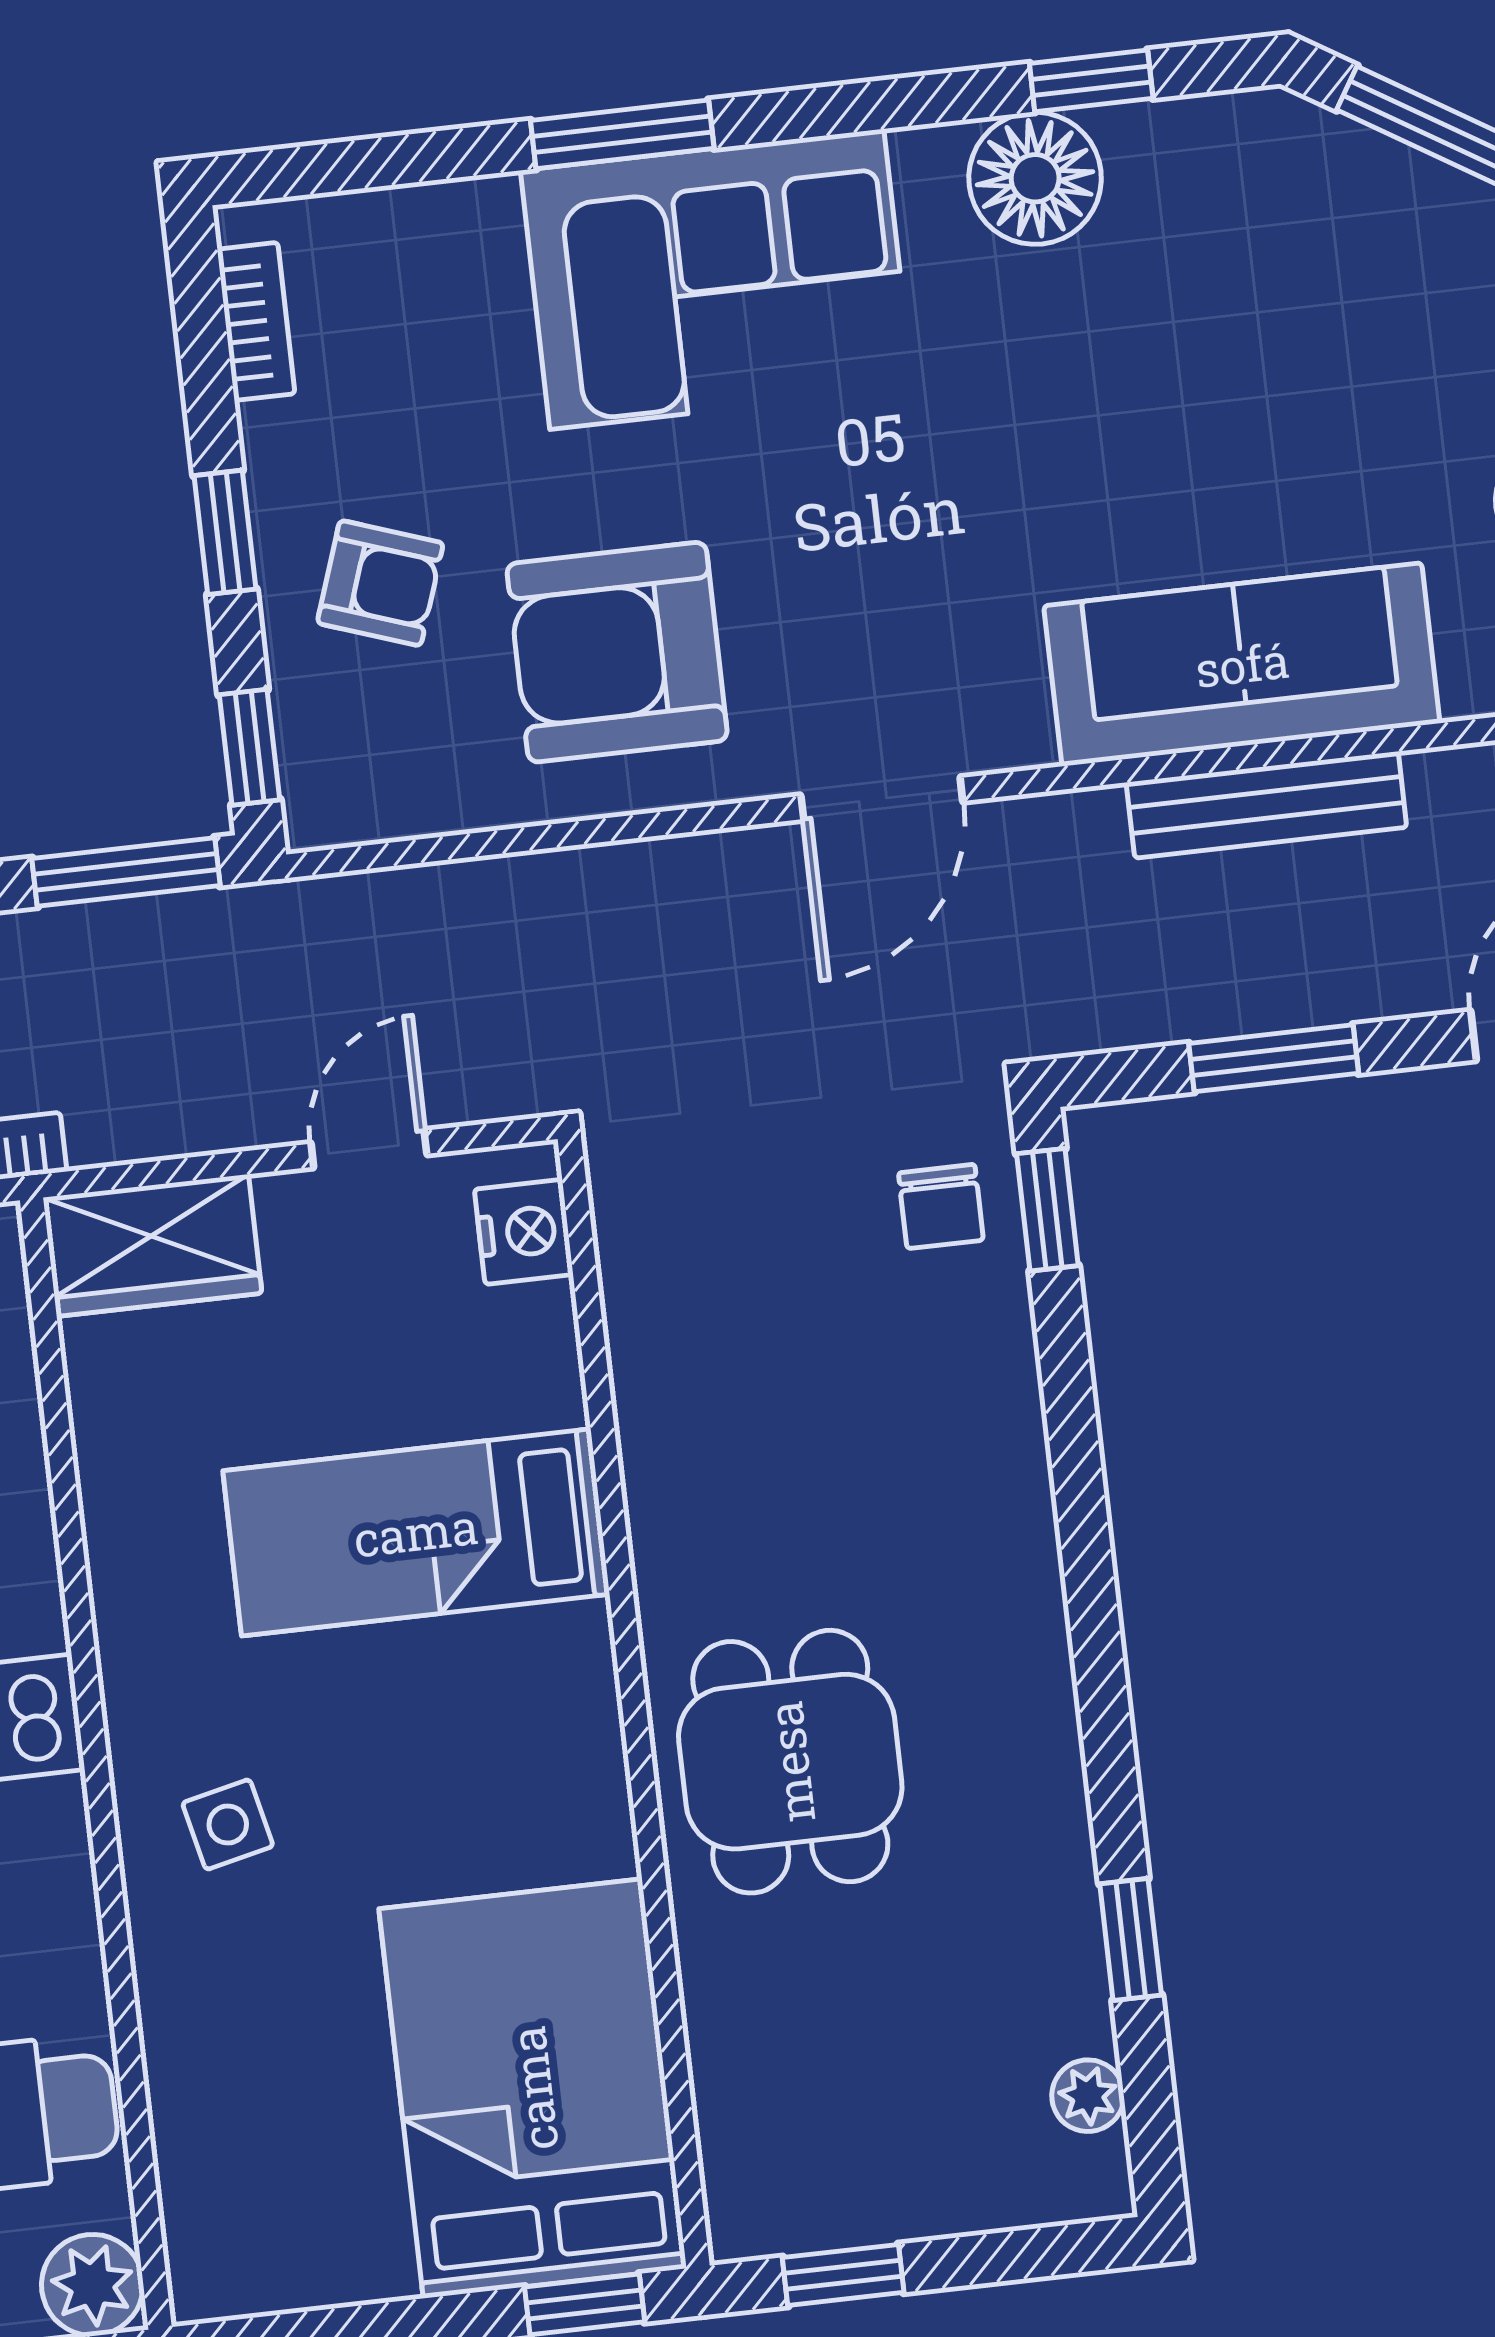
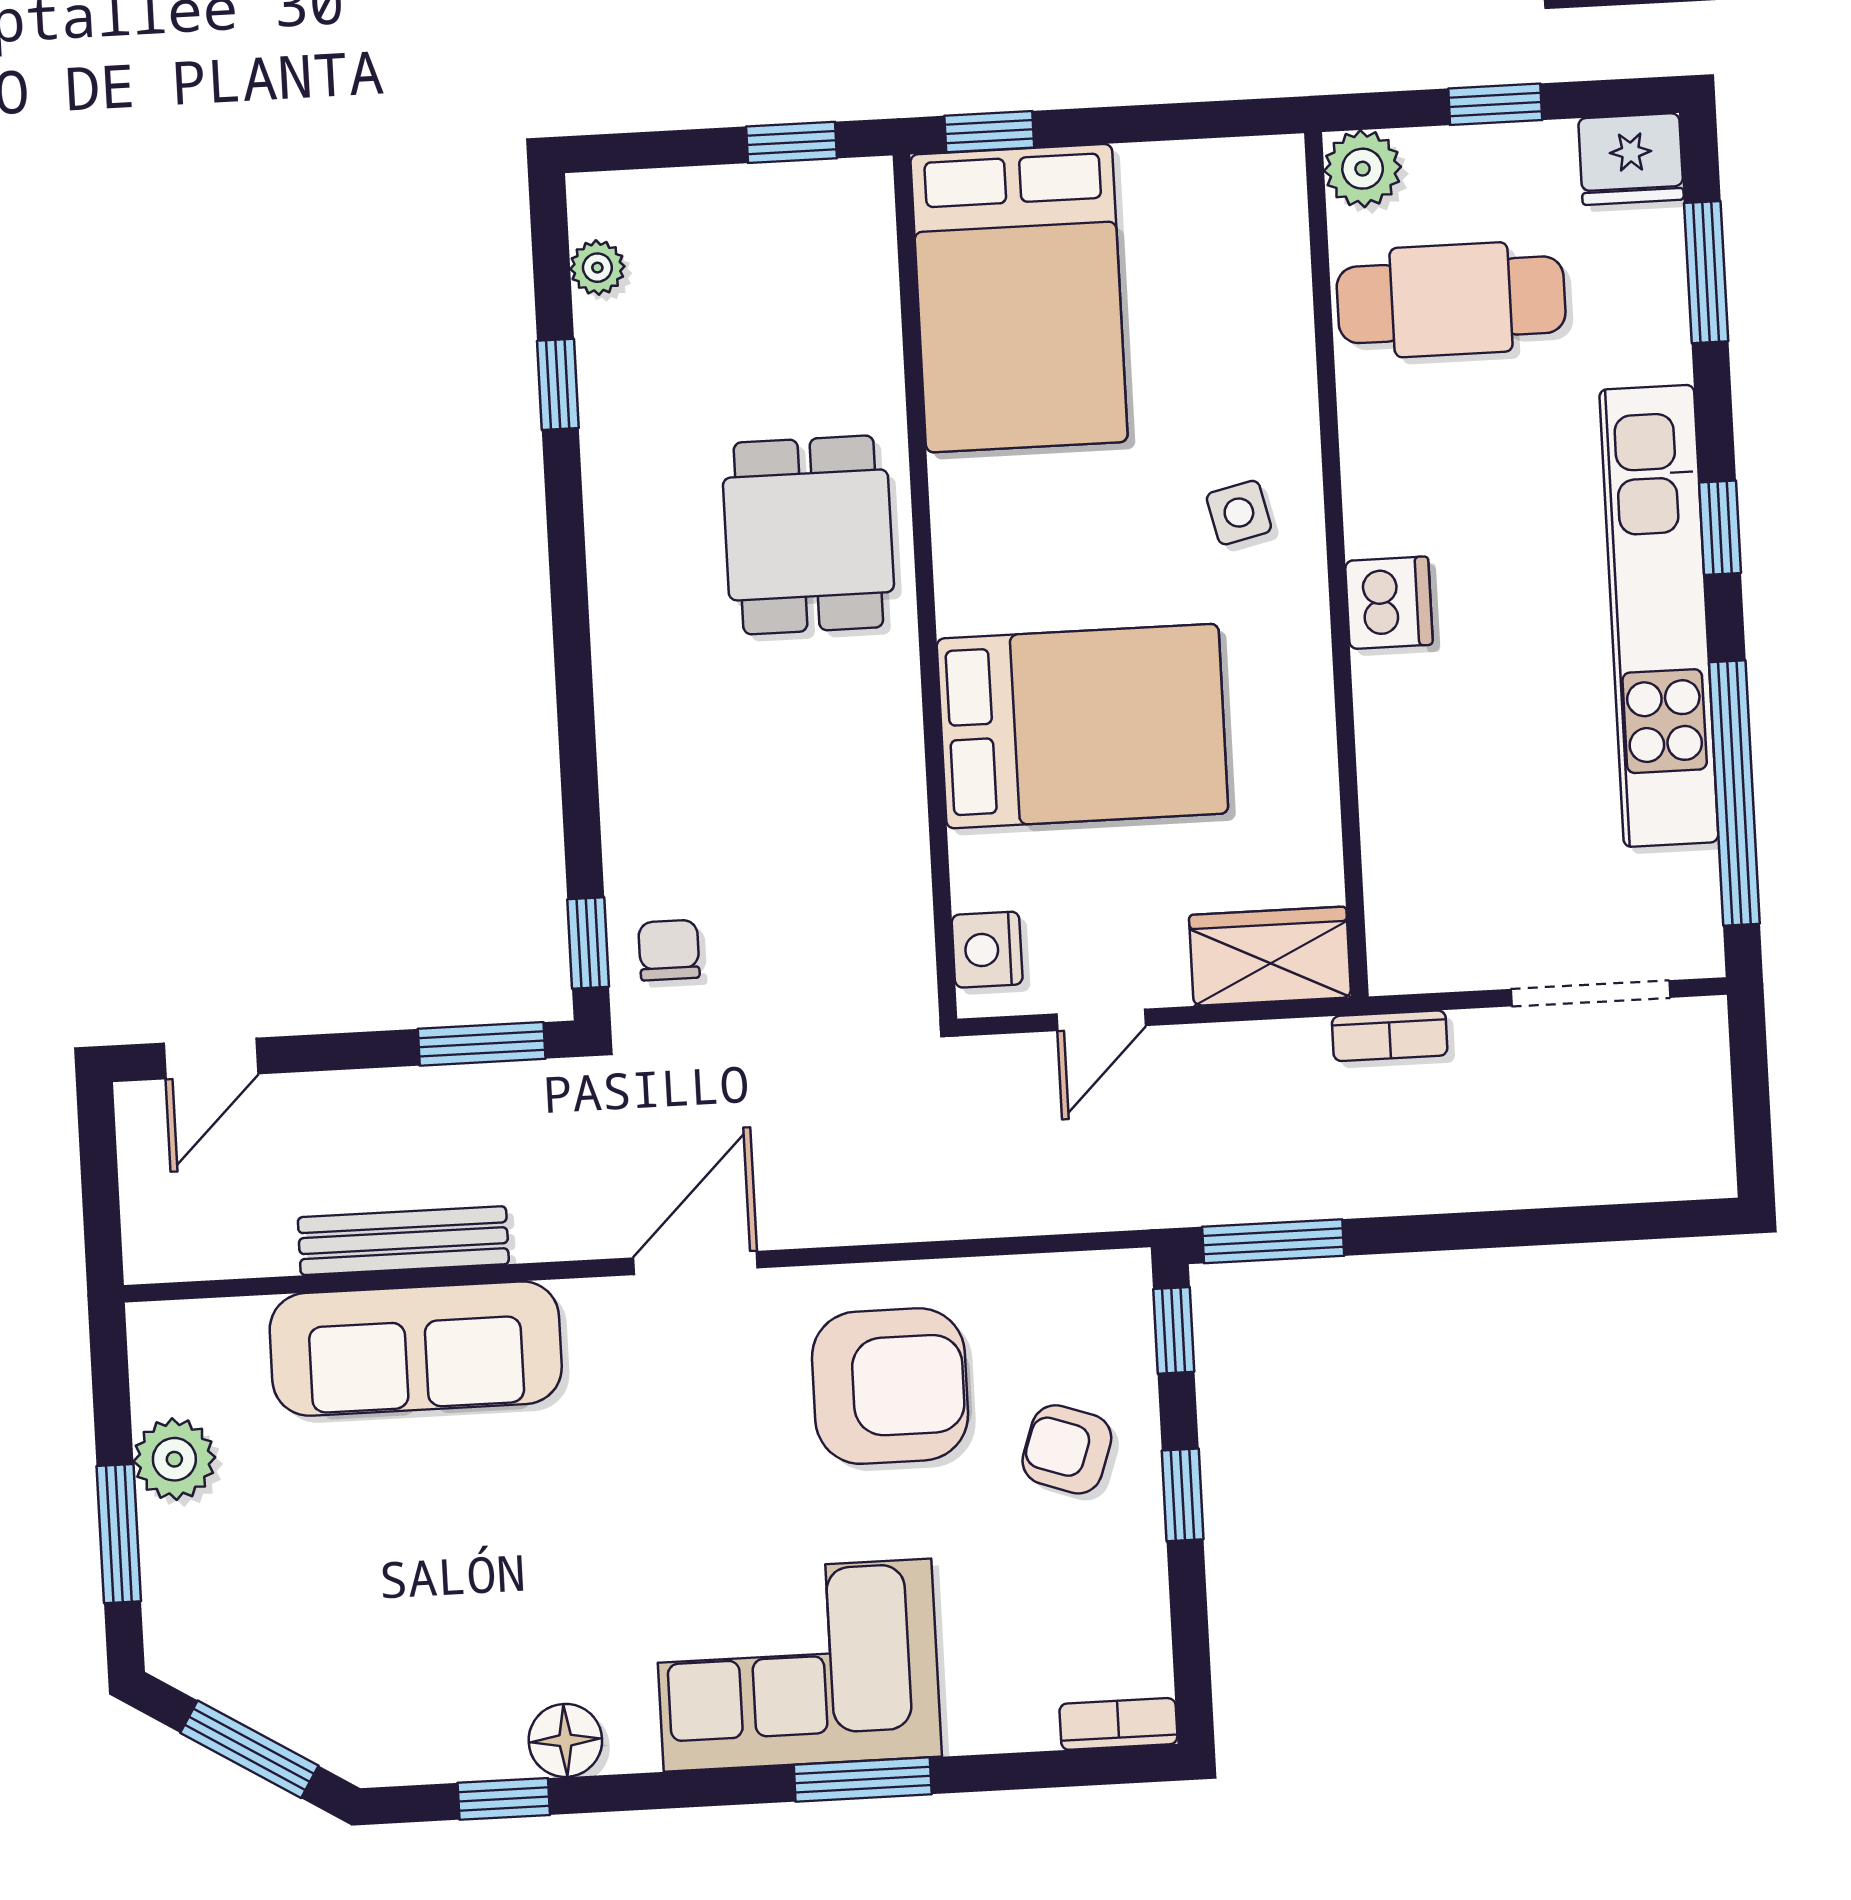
floor lamp: (1035, 178) -> (565, 1740), width x0.73, depth x0.73
bookcase: (256, 321) -> (1118, 1724), moved, turned 90
window: (1274, 1058) -> (482, 1044), moved
bed: (416, 1532) -> (1082, 726), width x1.50

